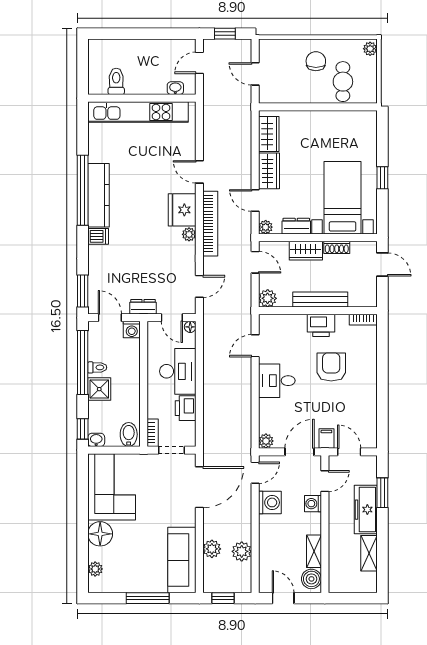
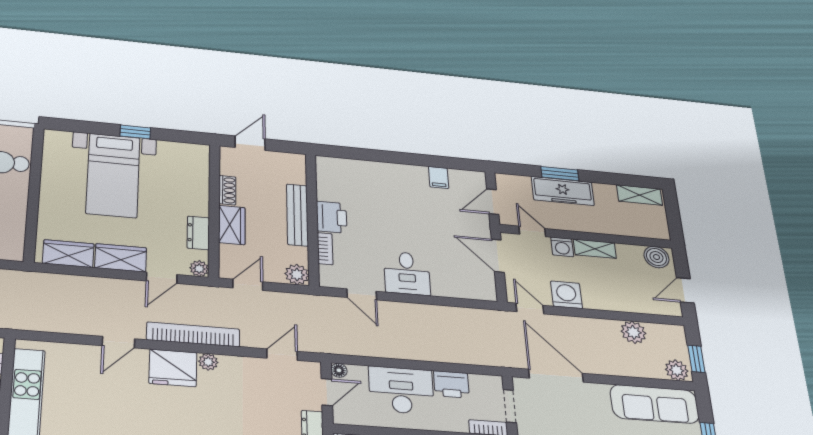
bed with nightstands: (343, 198) -> (113, 175), moved, turned -90
door: (199, 286) -> (282, 355), hinge flipped
bookcase: (363, 320) -> (325, 249), moved
armchair: (331, 367) -> (386, 211), removed
filing cabinet: (326, 439) -> (439, 177), moved, turned -90
plant: (266, 441) -> (487, 292), removed
window: (382, 493) -> (560, 174), moved
plant: (212, 549) -> (677, 370), moved
shelving: (314, 551) -> (595, 249), moved
shelving: (369, 553) -> (639, 195), moved

